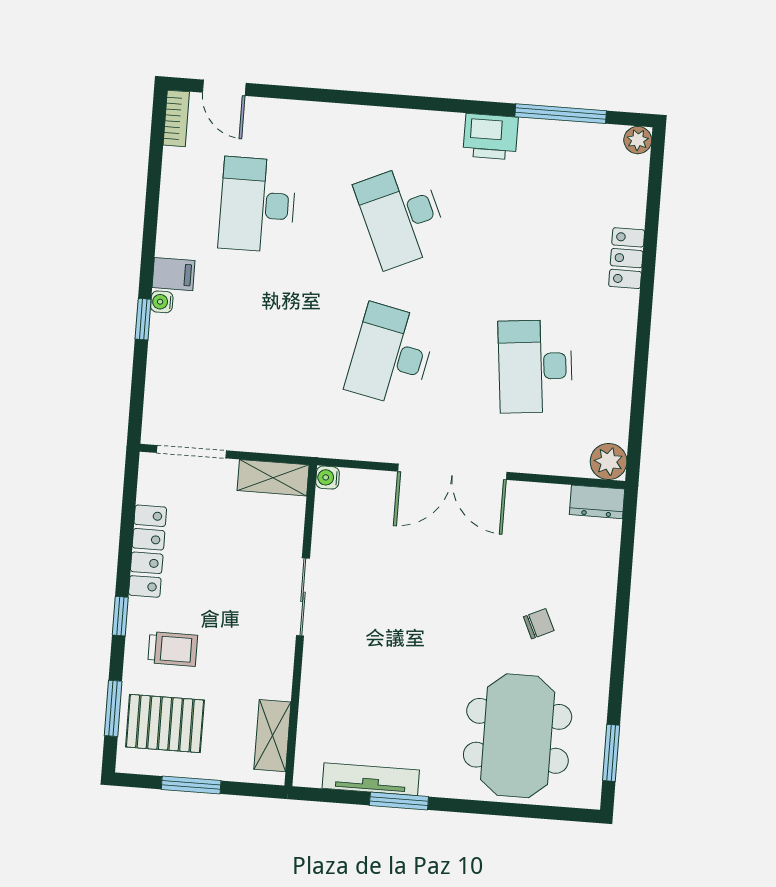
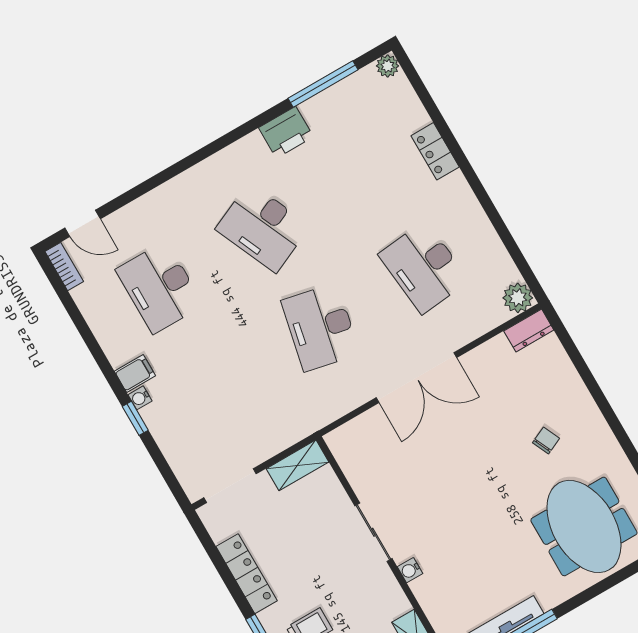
water cooler: (328, 478) -> (410, 570), moved

